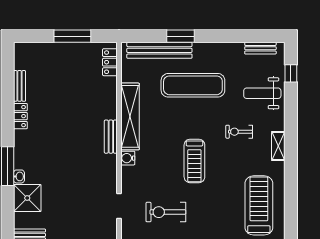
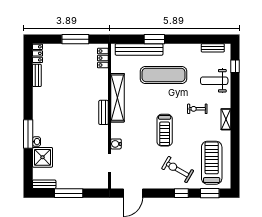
locker: (20, 116) -> (37, 53), moved
water cooler: (128, 158) -> (116, 144), moved
exercise bike: (166, 212) -> (178, 169), moved, turned 30

